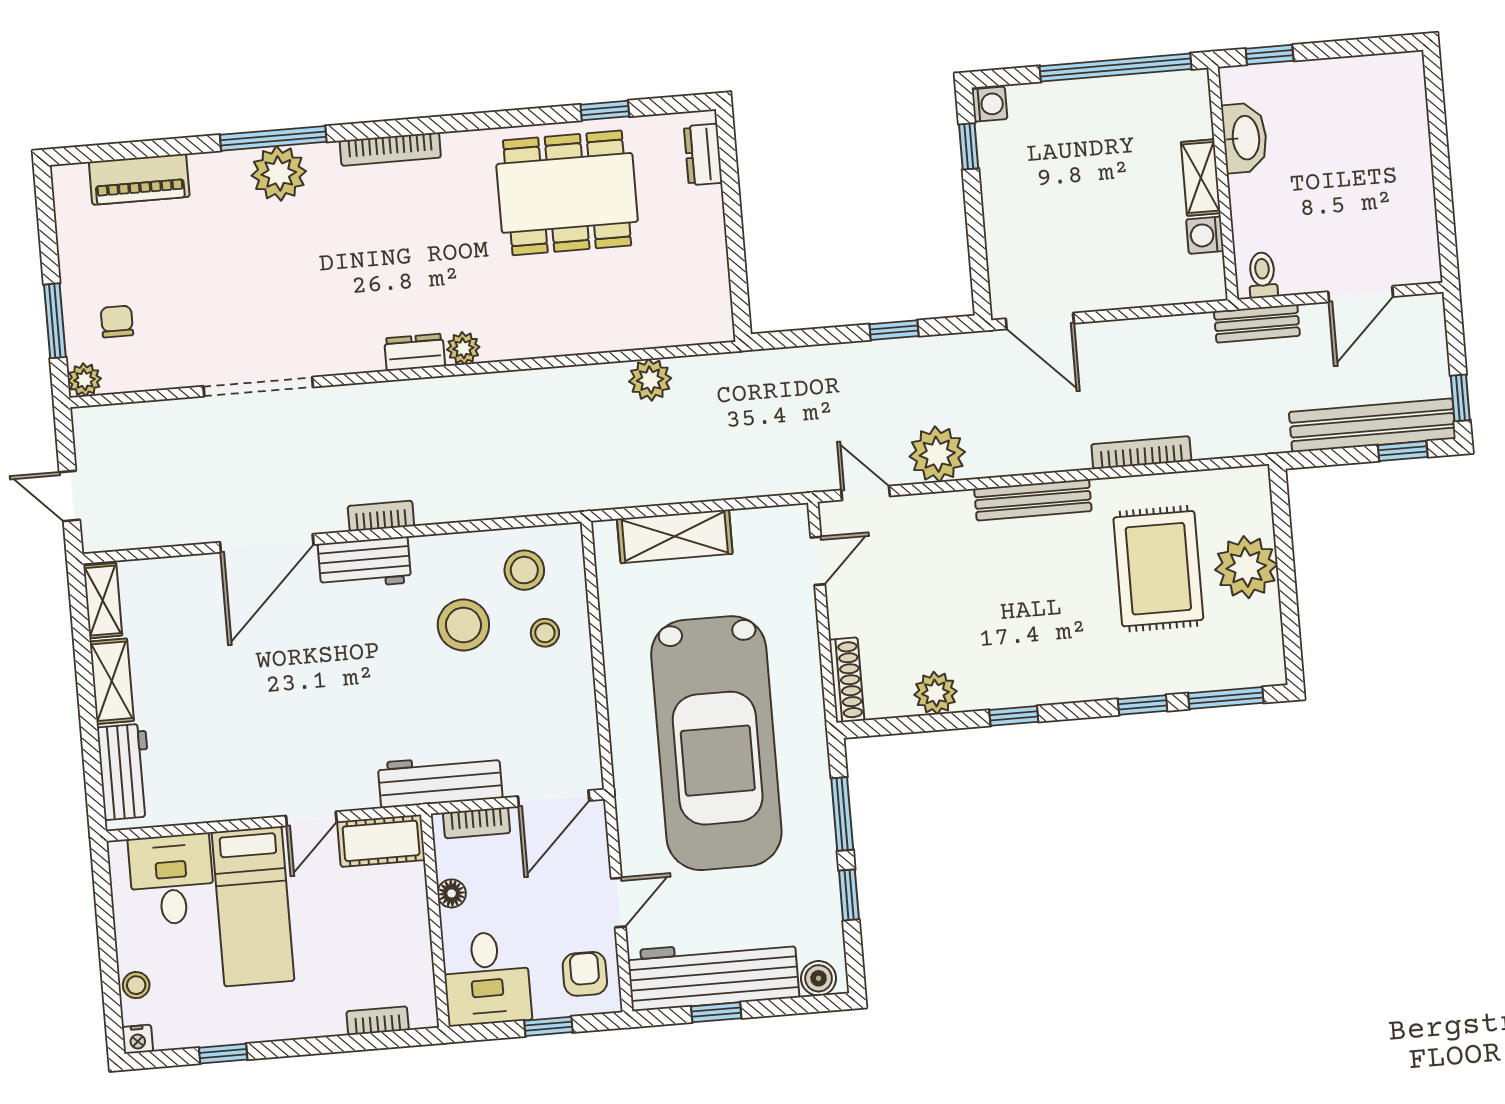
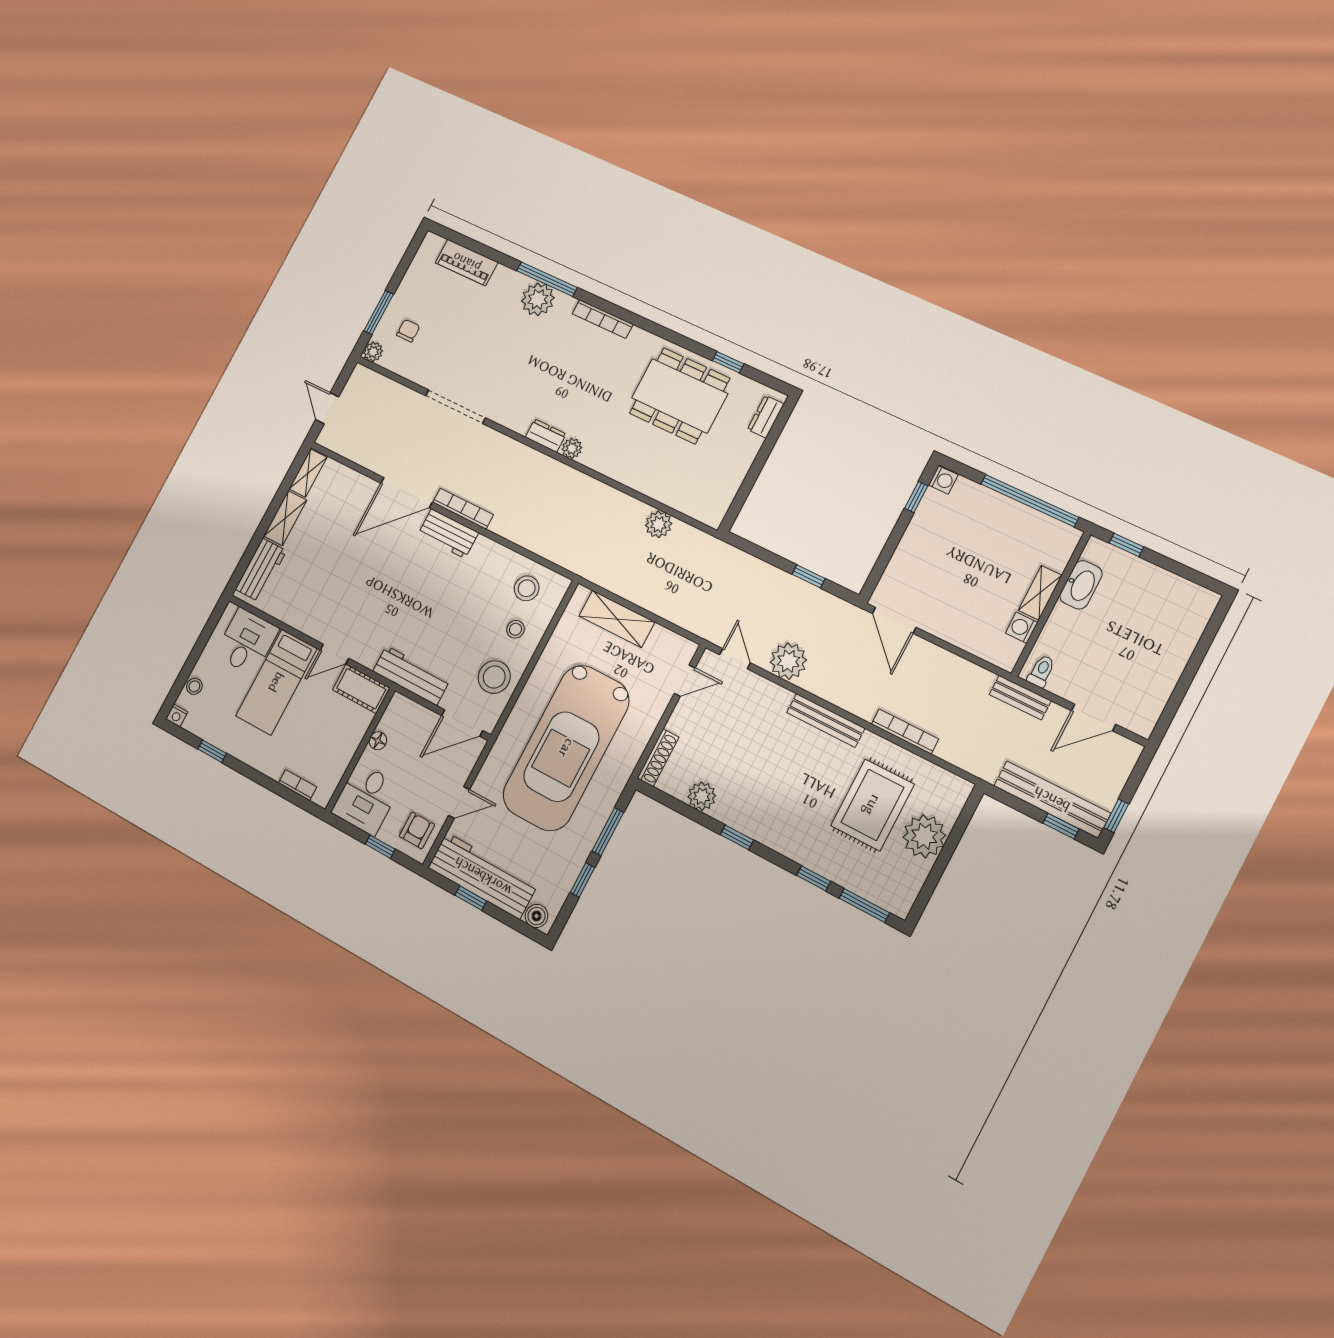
bookcase: (381, 516) -> (463, 509), width x1.56
stool: (463, 625) -> (494, 677), moved
bookcase: (477, 823) -> (415, 711), removed

